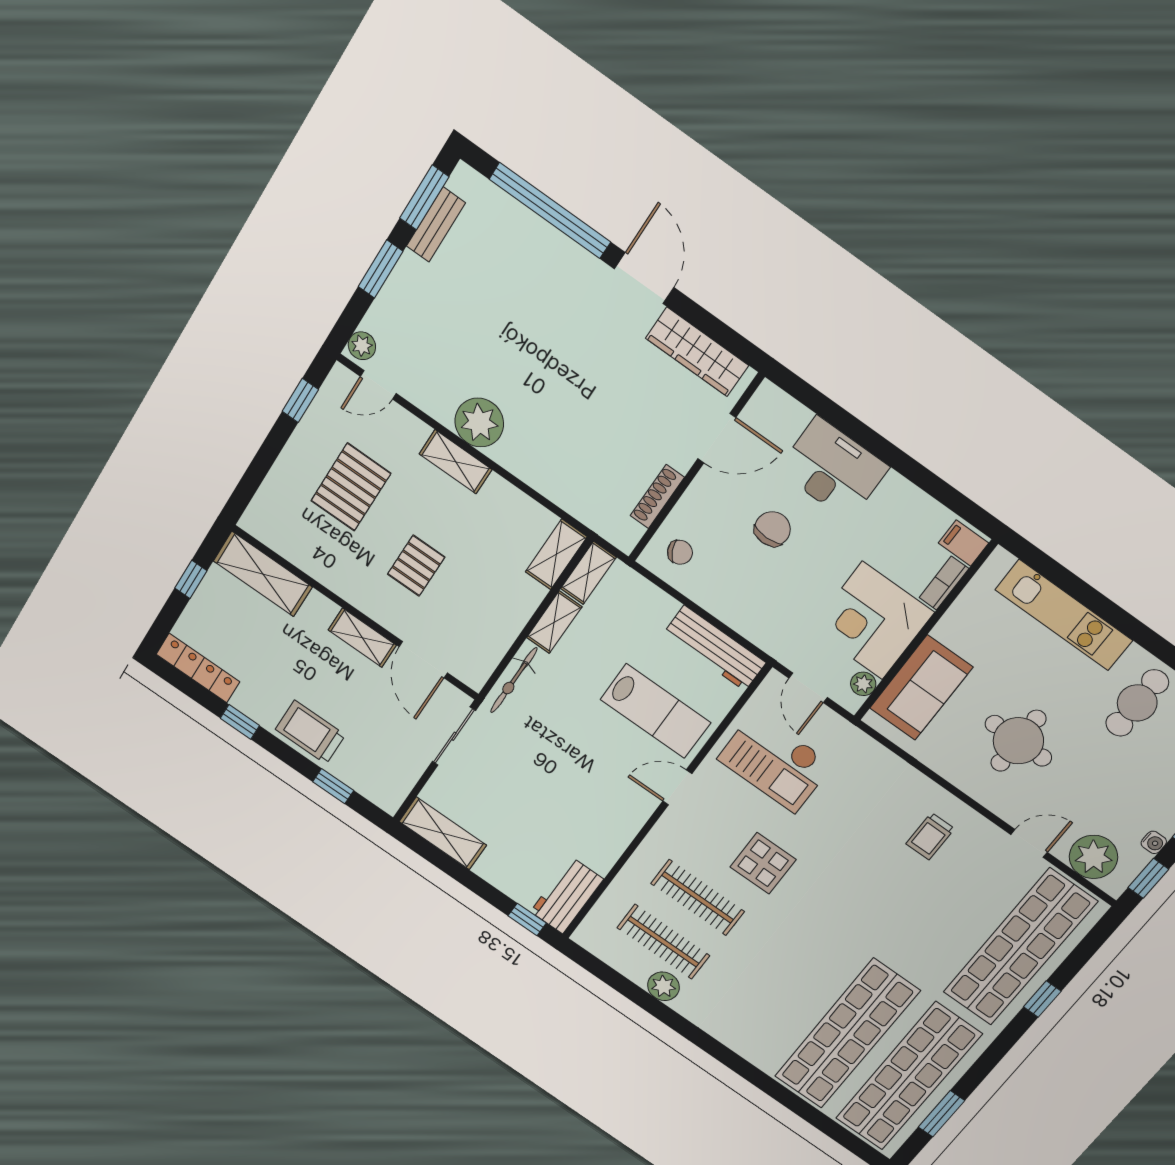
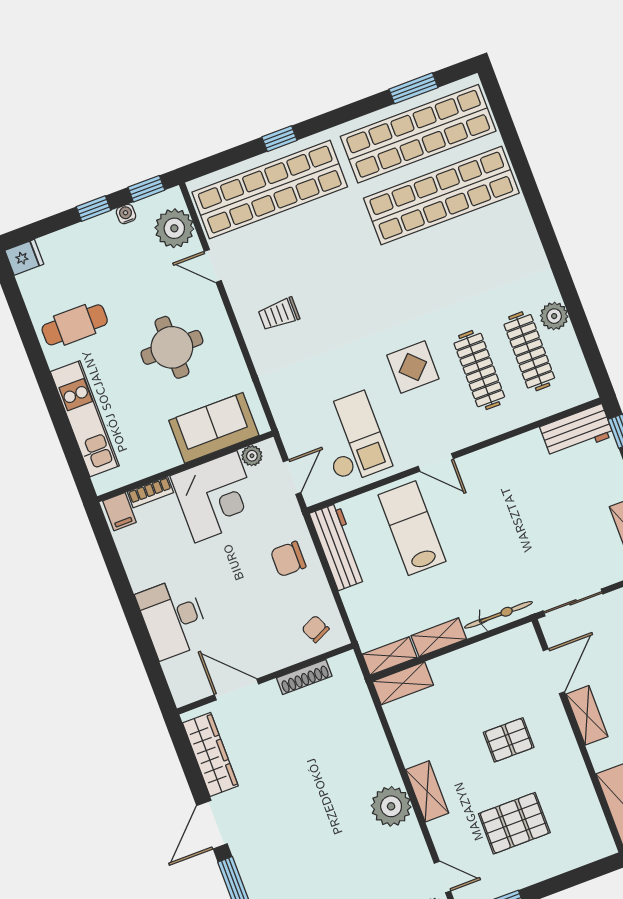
chair: (773, 529) -> (288, 559), moved
trolley: (930, 836) -> (279, 314), turned 180

